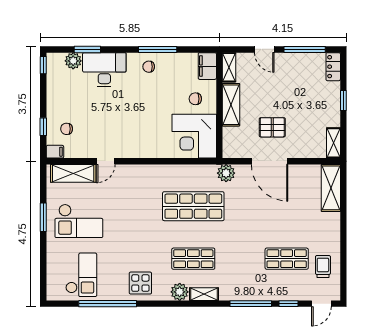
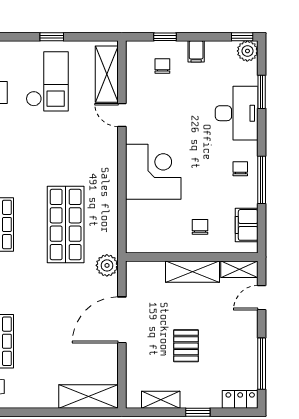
door: (264, 49) -> (262, 298), moved
plant: (73, 61) -> (247, 51), moved
filing cabinet: (207, 66) -> (247, 225), moved, turned -90
pallet: (272, 127) -> (186, 346), moved
corner desk: (194, 136) -> (153, 172), moved, turned 90
shelving: (333, 143) -> (161, 400), moved
filing cabinet: (55, 152) -> (196, 51), moved
window: (43, 217) -> (52, 37), width x0.67
checkout: (79, 221) -> (47, 81), turned 180

